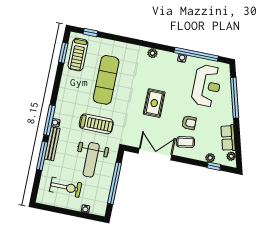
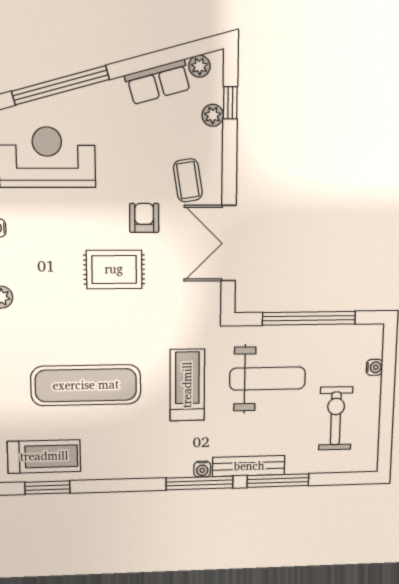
armchair: (189, 123) -> (144, 218), moved

